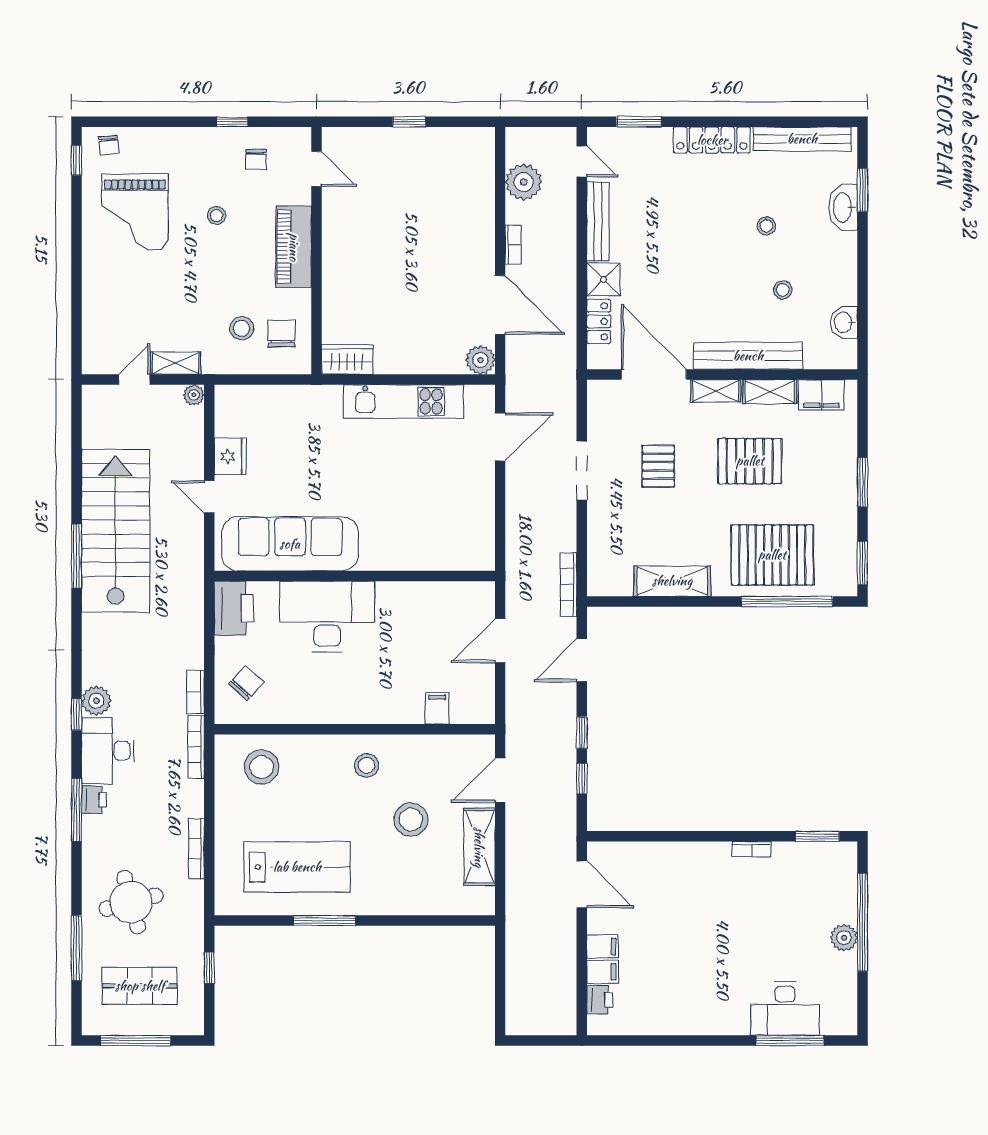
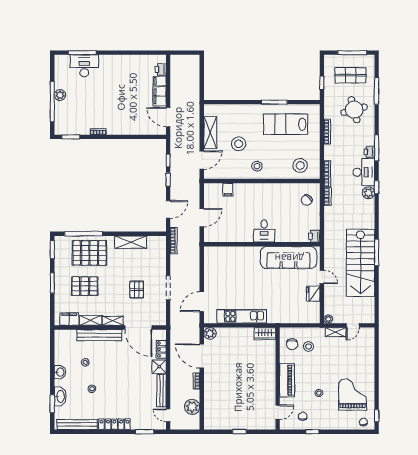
door: (316, 169) -> (278, 412), swing flipped
washbasin: (844, 322) -> (60, 372), moved
pallet: (750, 461) -> (85, 286), moved
printer: (234, 608) -> (314, 236), width x0.53, depth x0.68
desk: (327, 617) -> (264, 231), width x0.53, depth x0.77
filing cabinet: (603, 946) -> (160, 96), width x2.00

